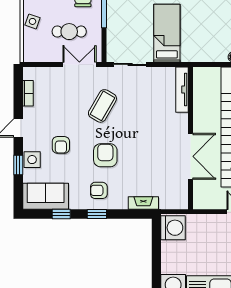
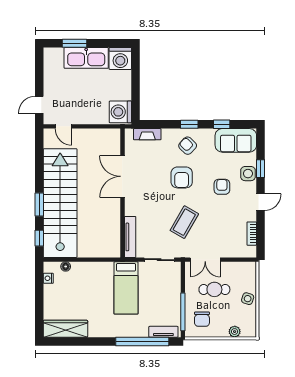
tv unit: (182, 90) -> (130, 237), moved
wall: (190, 138) -> (122, 193), moved
double door: (190, 156) -> (122, 176), moved
armchair: (99, 190) -> (188, 146), turned -136

